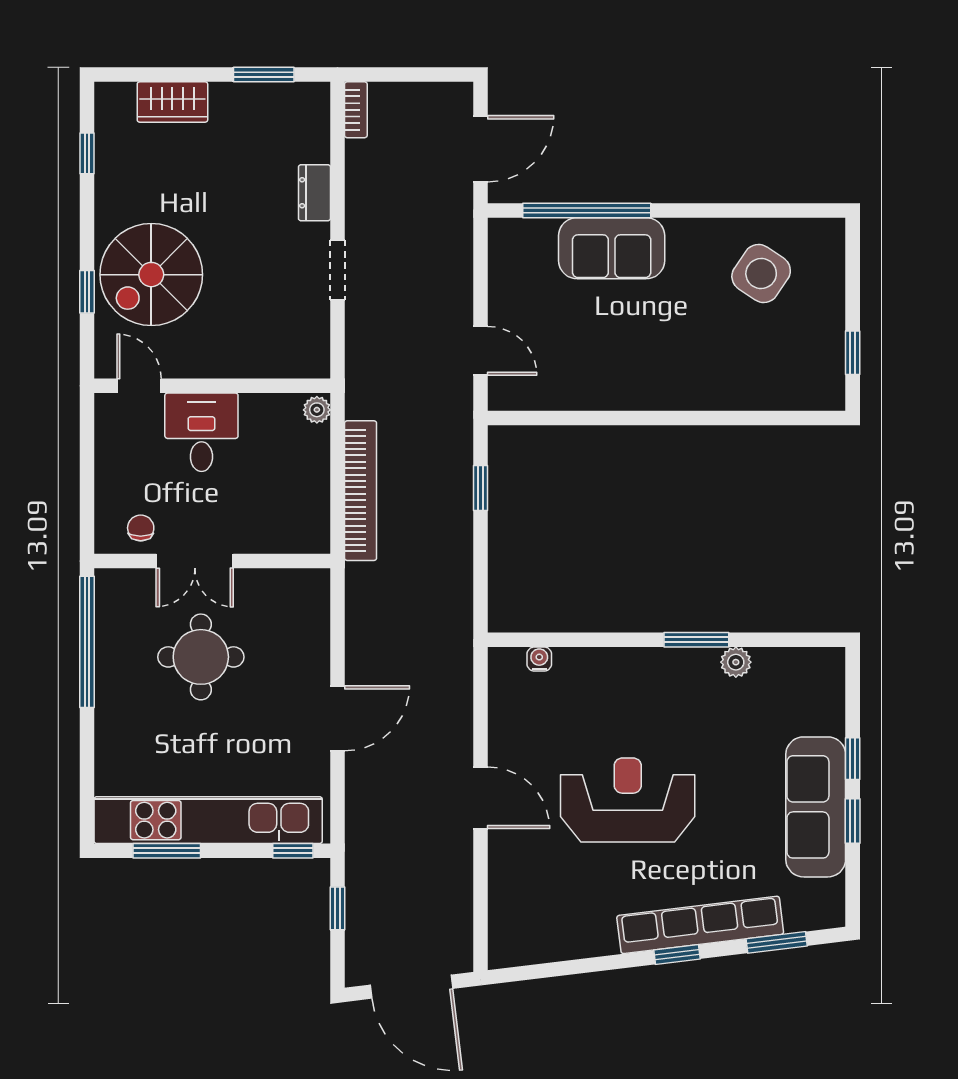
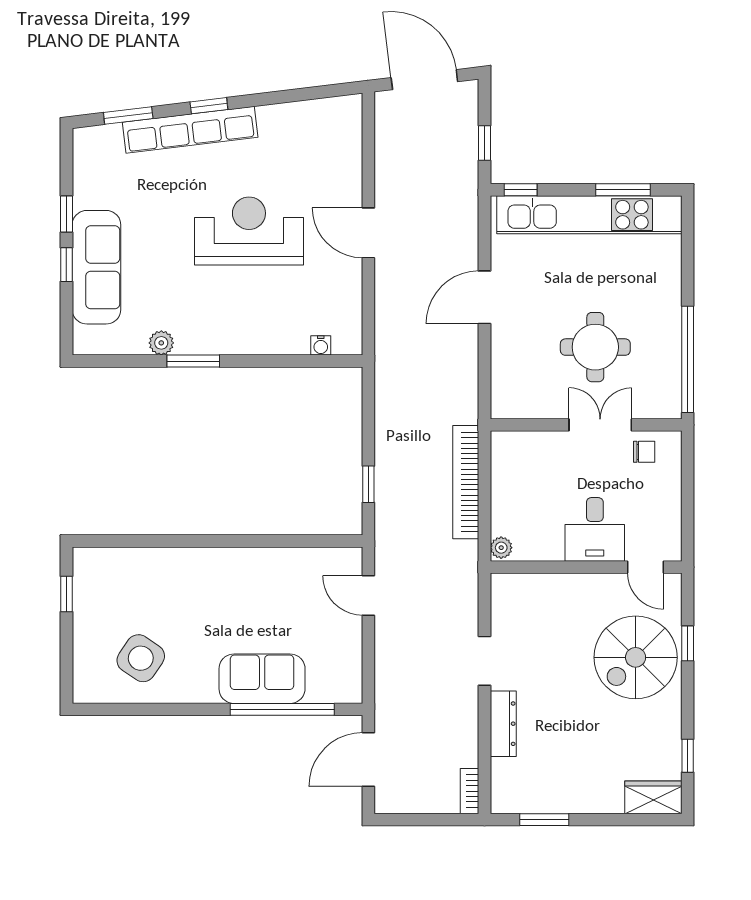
wardrobe: (172, 102) -> (653, 797), moved
dresser: (314, 193) -> (503, 724), width x1.44
spiral stairs: (151, 275) -> (636, 657), turned 180
chair: (141, 528) -> (644, 452), turned -90
reception desk: (628, 800) -> (249, 231), turned 180
sofa: (816, 807) -> (96, 267), moved

